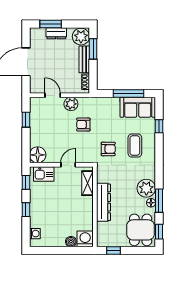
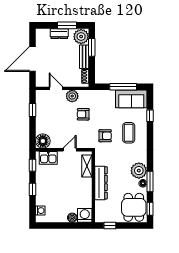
window: (51, 24) -> (67, 25), moved

